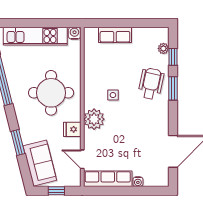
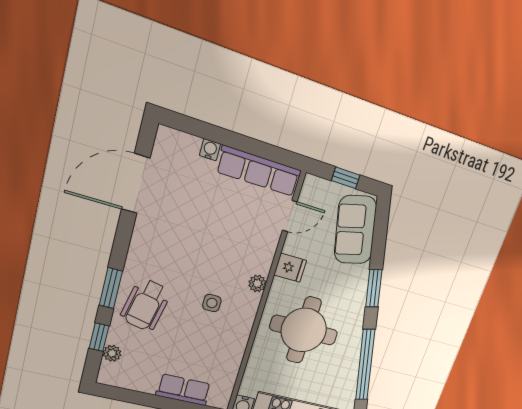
plant: (94, 119) -> (257, 283), width x0.53, depth x0.53
window: (18, 142) -> (374, 288), moved
door: (82, 159) -> (290, 216), hinge flipped

